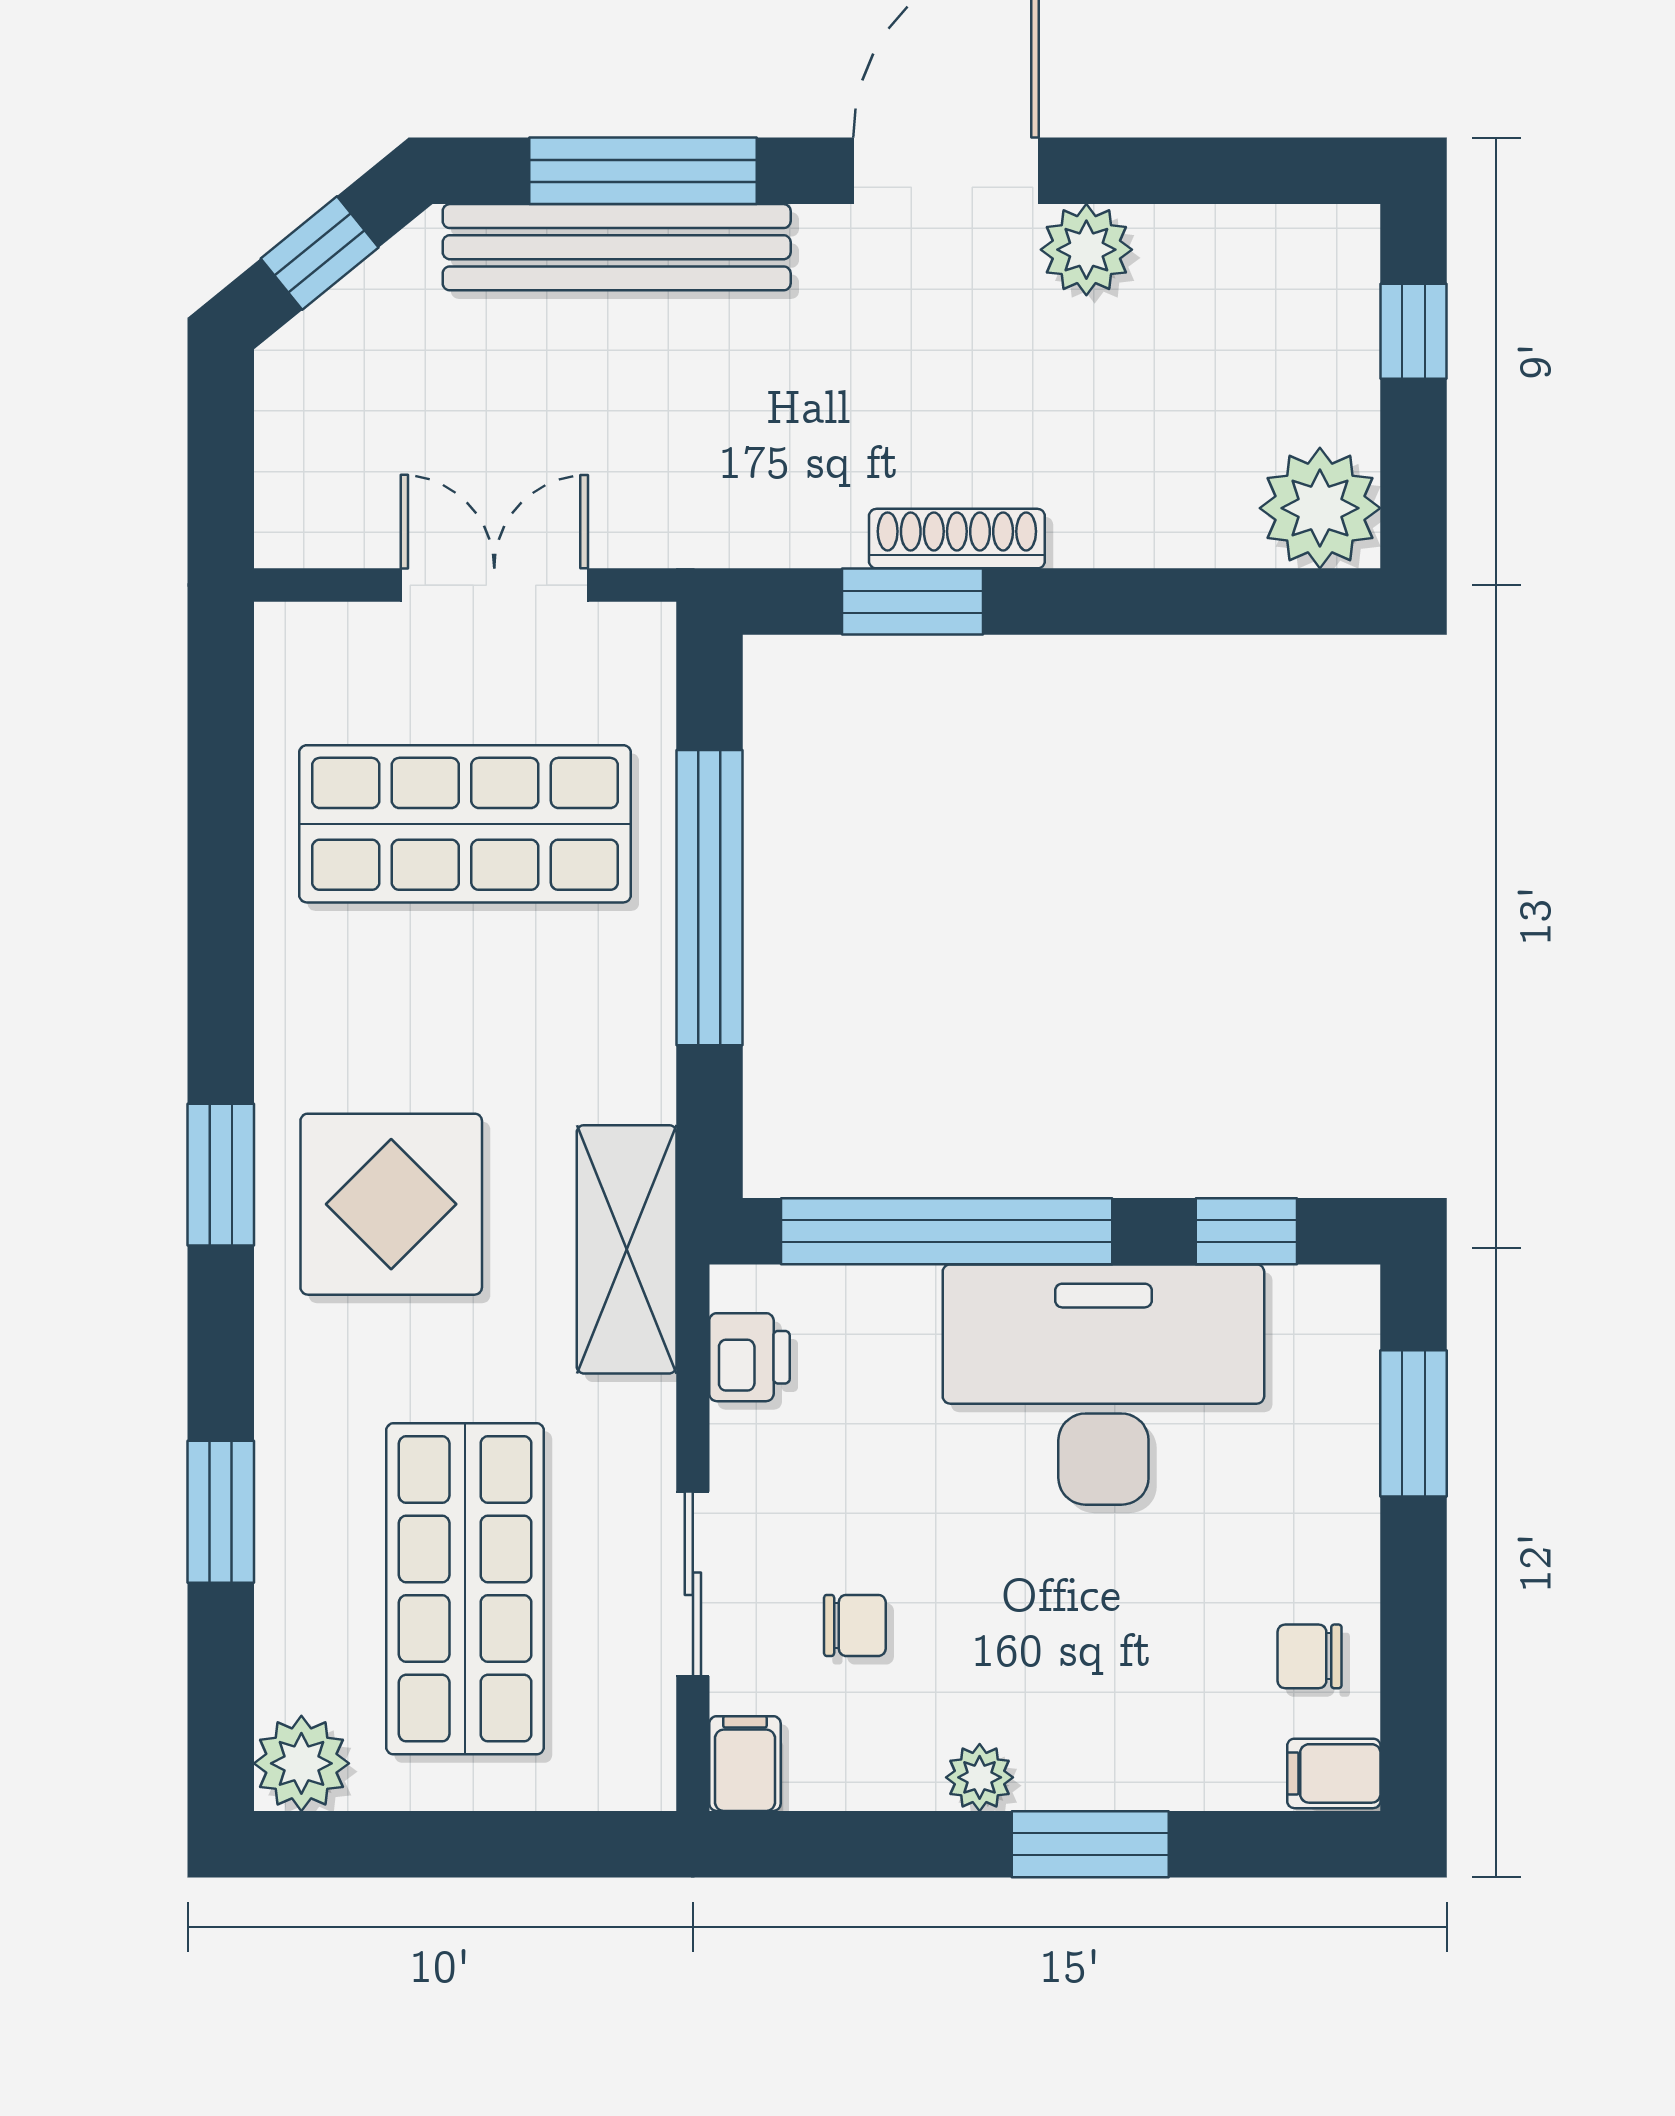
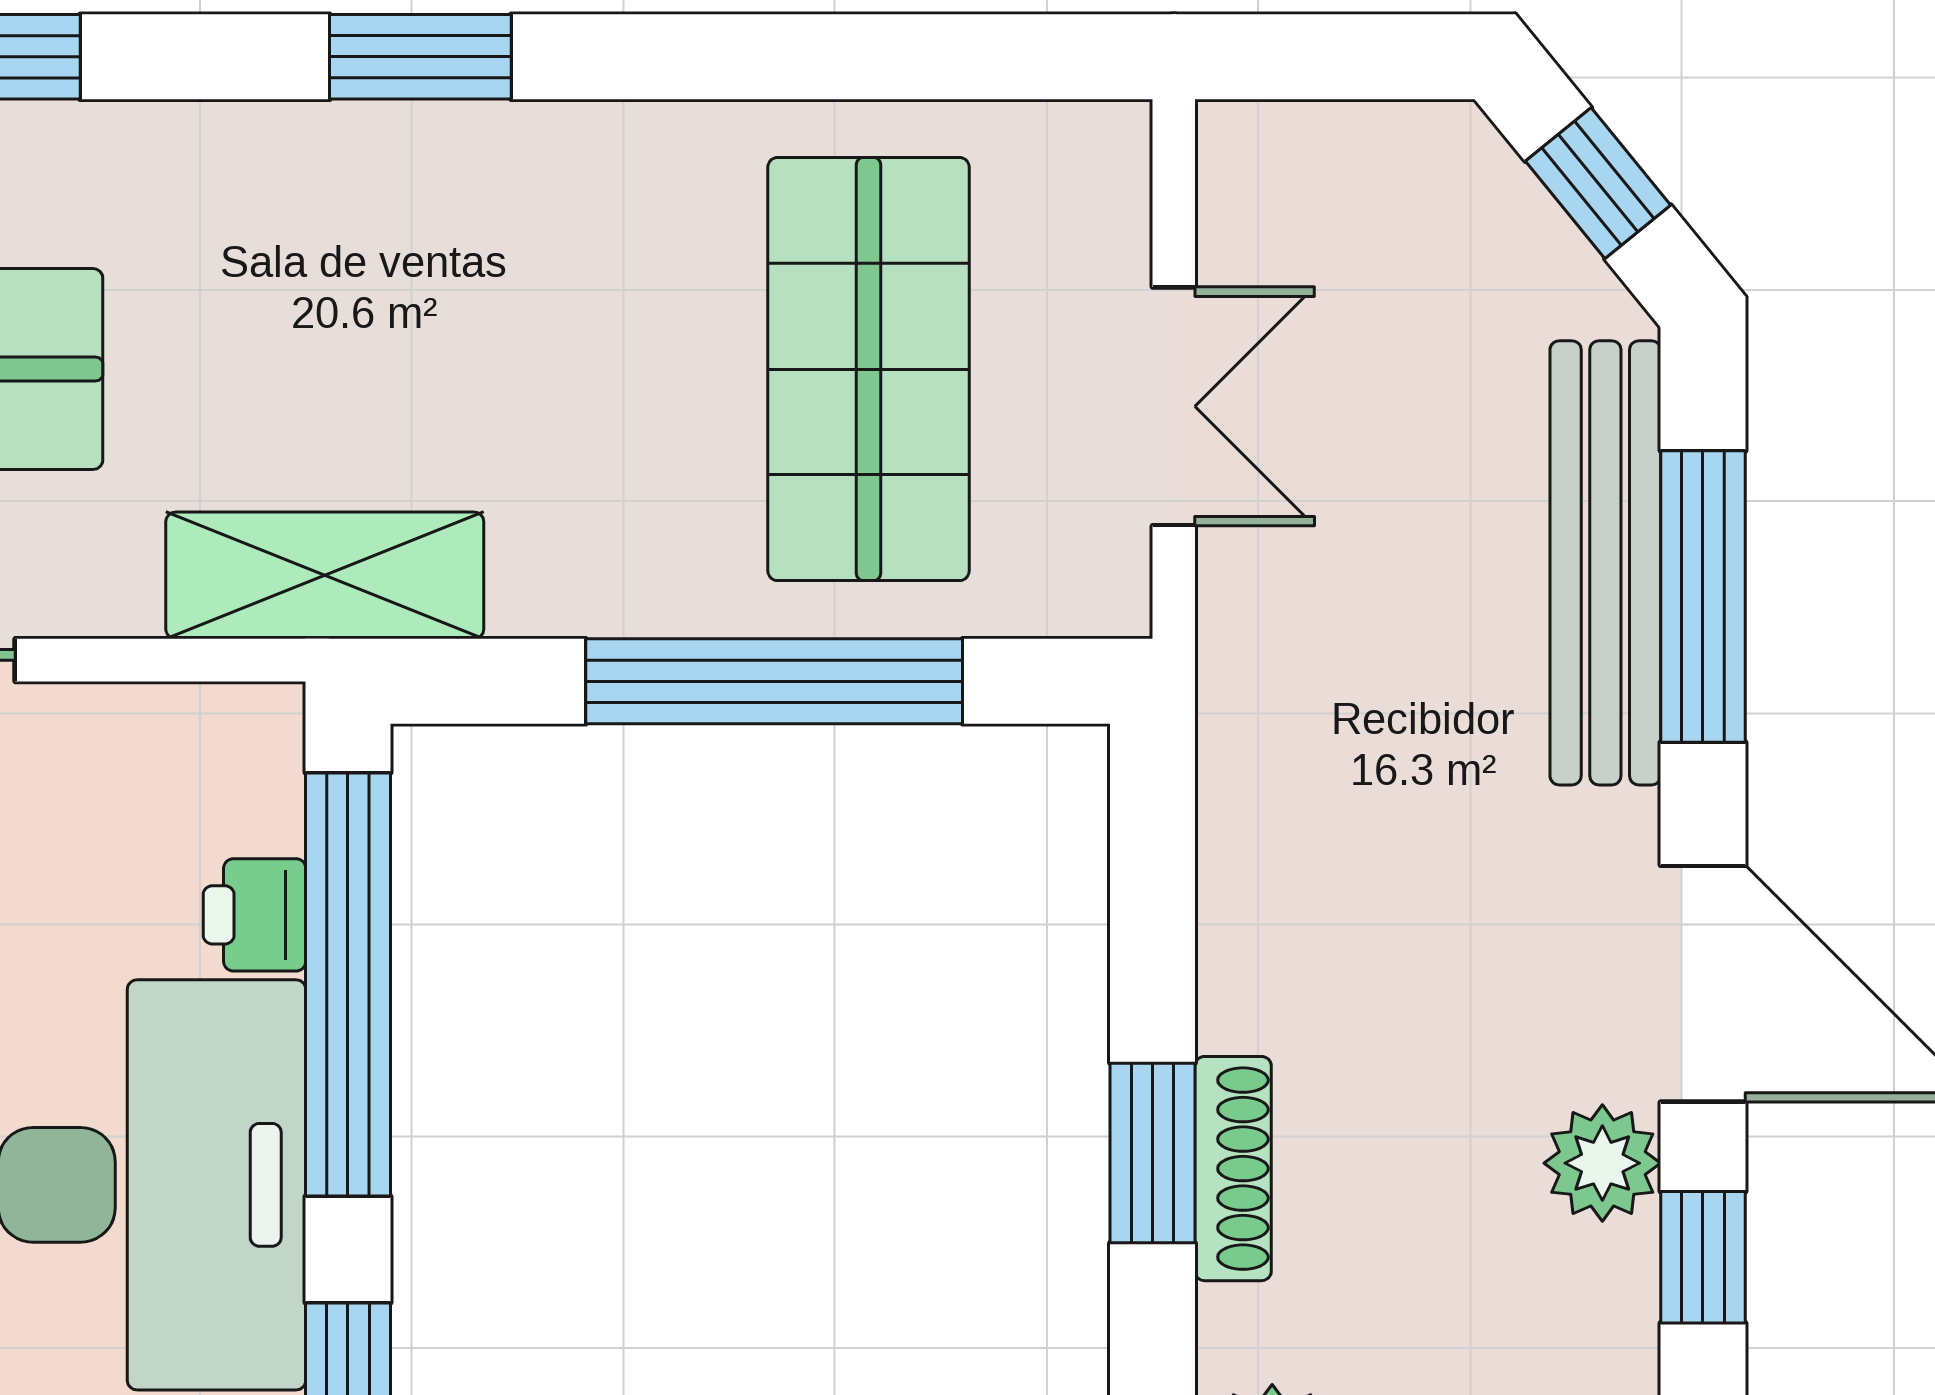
window: (1160, 171) -> (1703, 1257), added
shoe rack: (957, 539) -> (1233, 1169), moved
window: (912, 602) -> (1153, 1153), moved
display table: (391, 1204) -> (383, 275), removed
printer: (749, 1357) -> (254, 915), moved, turned 90

